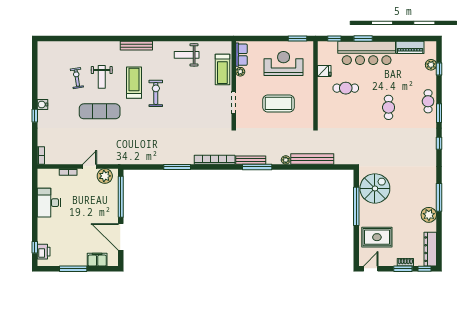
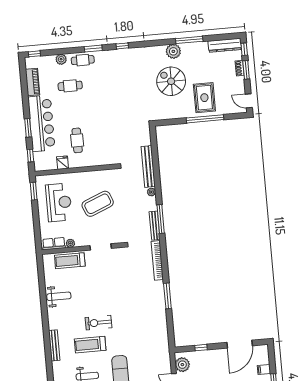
weight bench: (187, 55) -> (59, 296), turned -90
reception desk: (284, 63) -> (59, 202), turned 180
plant: (431, 65) -> (61, 59), moved
window: (439, 69) -> (34, 54), moved
treadmill: (222, 70) -> (70, 261), turned 180
coffee table: (279, 103) -> (98, 204), turned 68
cafe table: (389, 107) -> (70, 86), moved
spiral stairs: (375, 188) -> (171, 81), moved
window: (121, 197) -> (201, 348), width x0.32
window: (439, 197) -> (189, 40), moved
window: (356, 206) -> (205, 119), moved
plant: (429, 215) -> (173, 51), moved
rug: (377, 237) -> (204, 98), moved
filing cabinet: (97, 260) -> (264, 370), width x0.50

